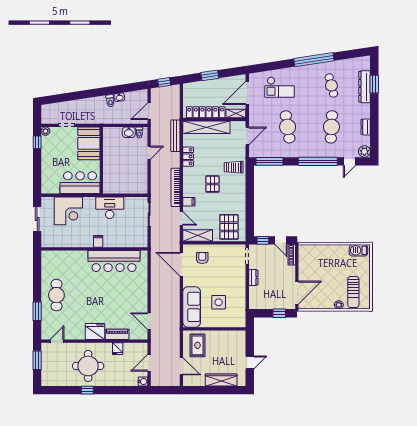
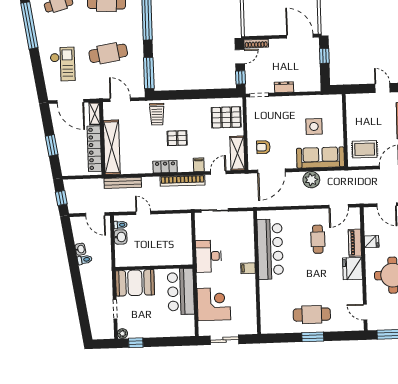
locker: (188, 157) -> (165, 167), moved
plant: (173, 298) -> (311, 180), added
cafe table: (121, 302) -> (318, 239), added
window: (37, 311) -> (313, 337), moved

